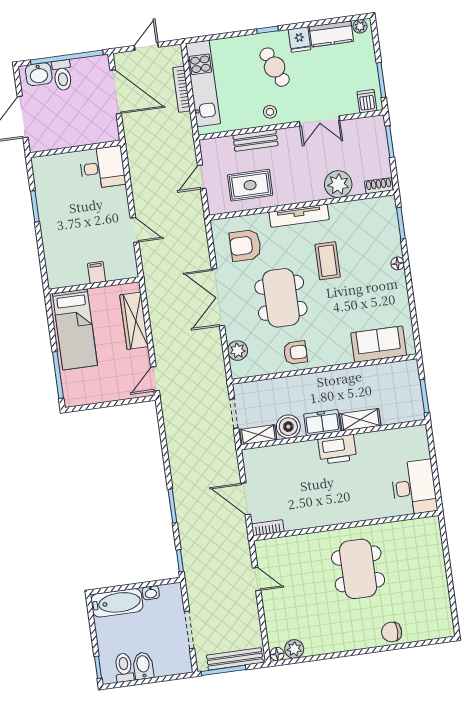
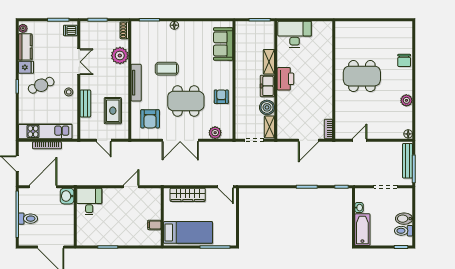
washbasin: (39, 74) -> (67, 196), moved, turned 180
filing cabinet: (97, 273) -> (154, 225), moved
desk: (414, 488) -> (295, 34), moved
plant: (294, 649) -> (406, 100), moved

